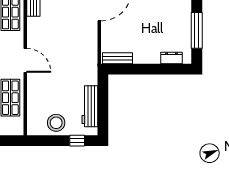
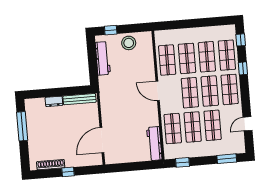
bench: (117, 58) -> (80, 99), width x1.36
dresser: (172, 58) -> (54, 101), moved

